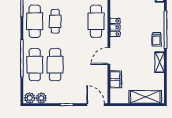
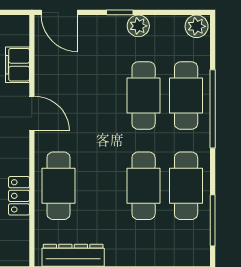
cafe table: (55, 21) -> (144, 186), width x1.37, depth x1.35
locker: (115, 27) -> (19, 196), moved
door: (109, 56) -> (32, 114), hinge flipped
plant: (41, 98) -> (138, 26), moved

